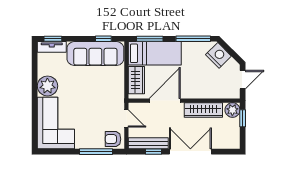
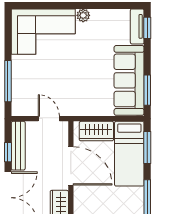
window: (103, 39) -> (147, 90), width x1.50
plant: (47, 86) -> (83, 15), width x0.53, depth x0.53
door: (126, 118) -> (49, 119), swing flipped
armchair: (113, 139) -> (23, 102), removed

